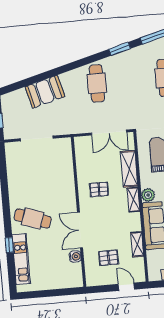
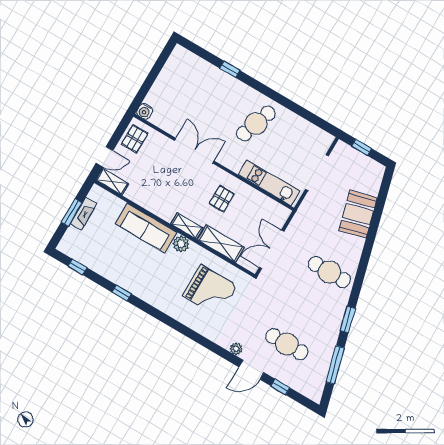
cafe table: (33, 218) -> (256, 124), moved
shelving: (137, 244) -> (112, 182), moved
water cooler: (75, 256) -> (145, 111), moved
pallet: (108, 258) -> (135, 139), moved
kitchen unit: (21, 259) -> (269, 183), moved, turned 180

